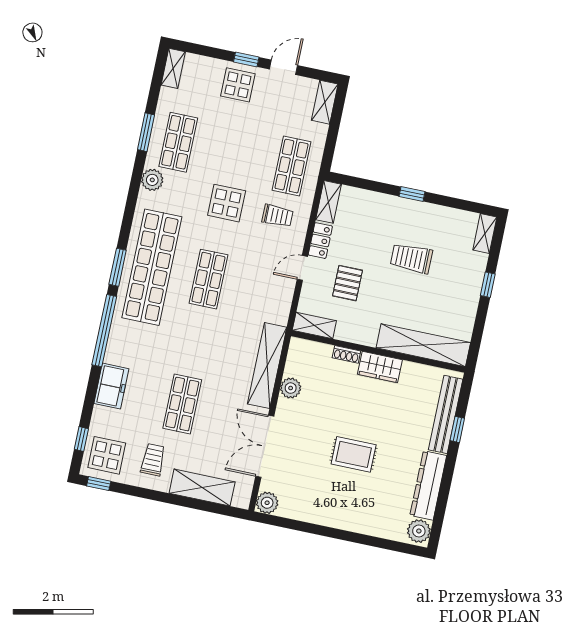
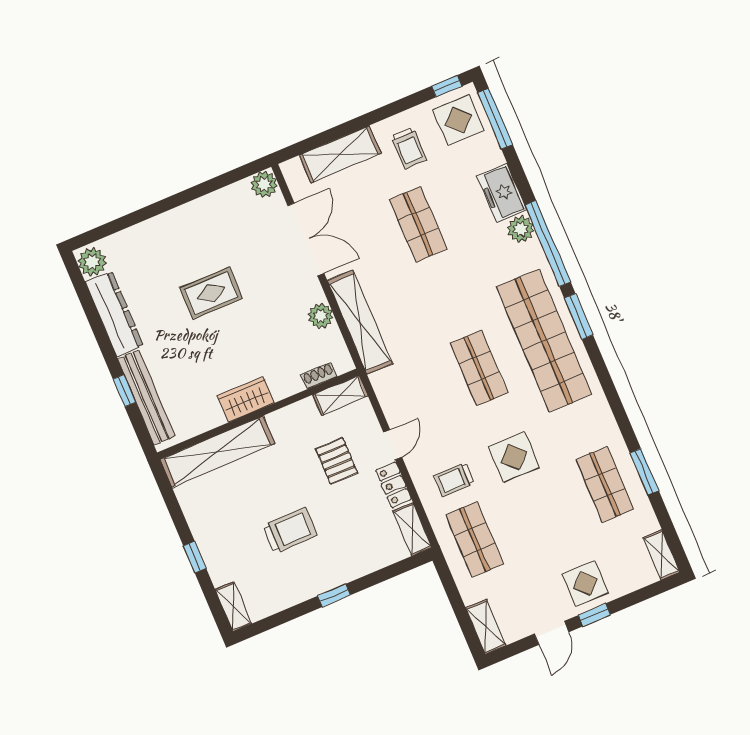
plant: (152, 180) -> (521, 229), moved
shoe rack: (346, 354) -> (319, 376), moved
window: (81, 439) -> (495, 119), width x2.17

